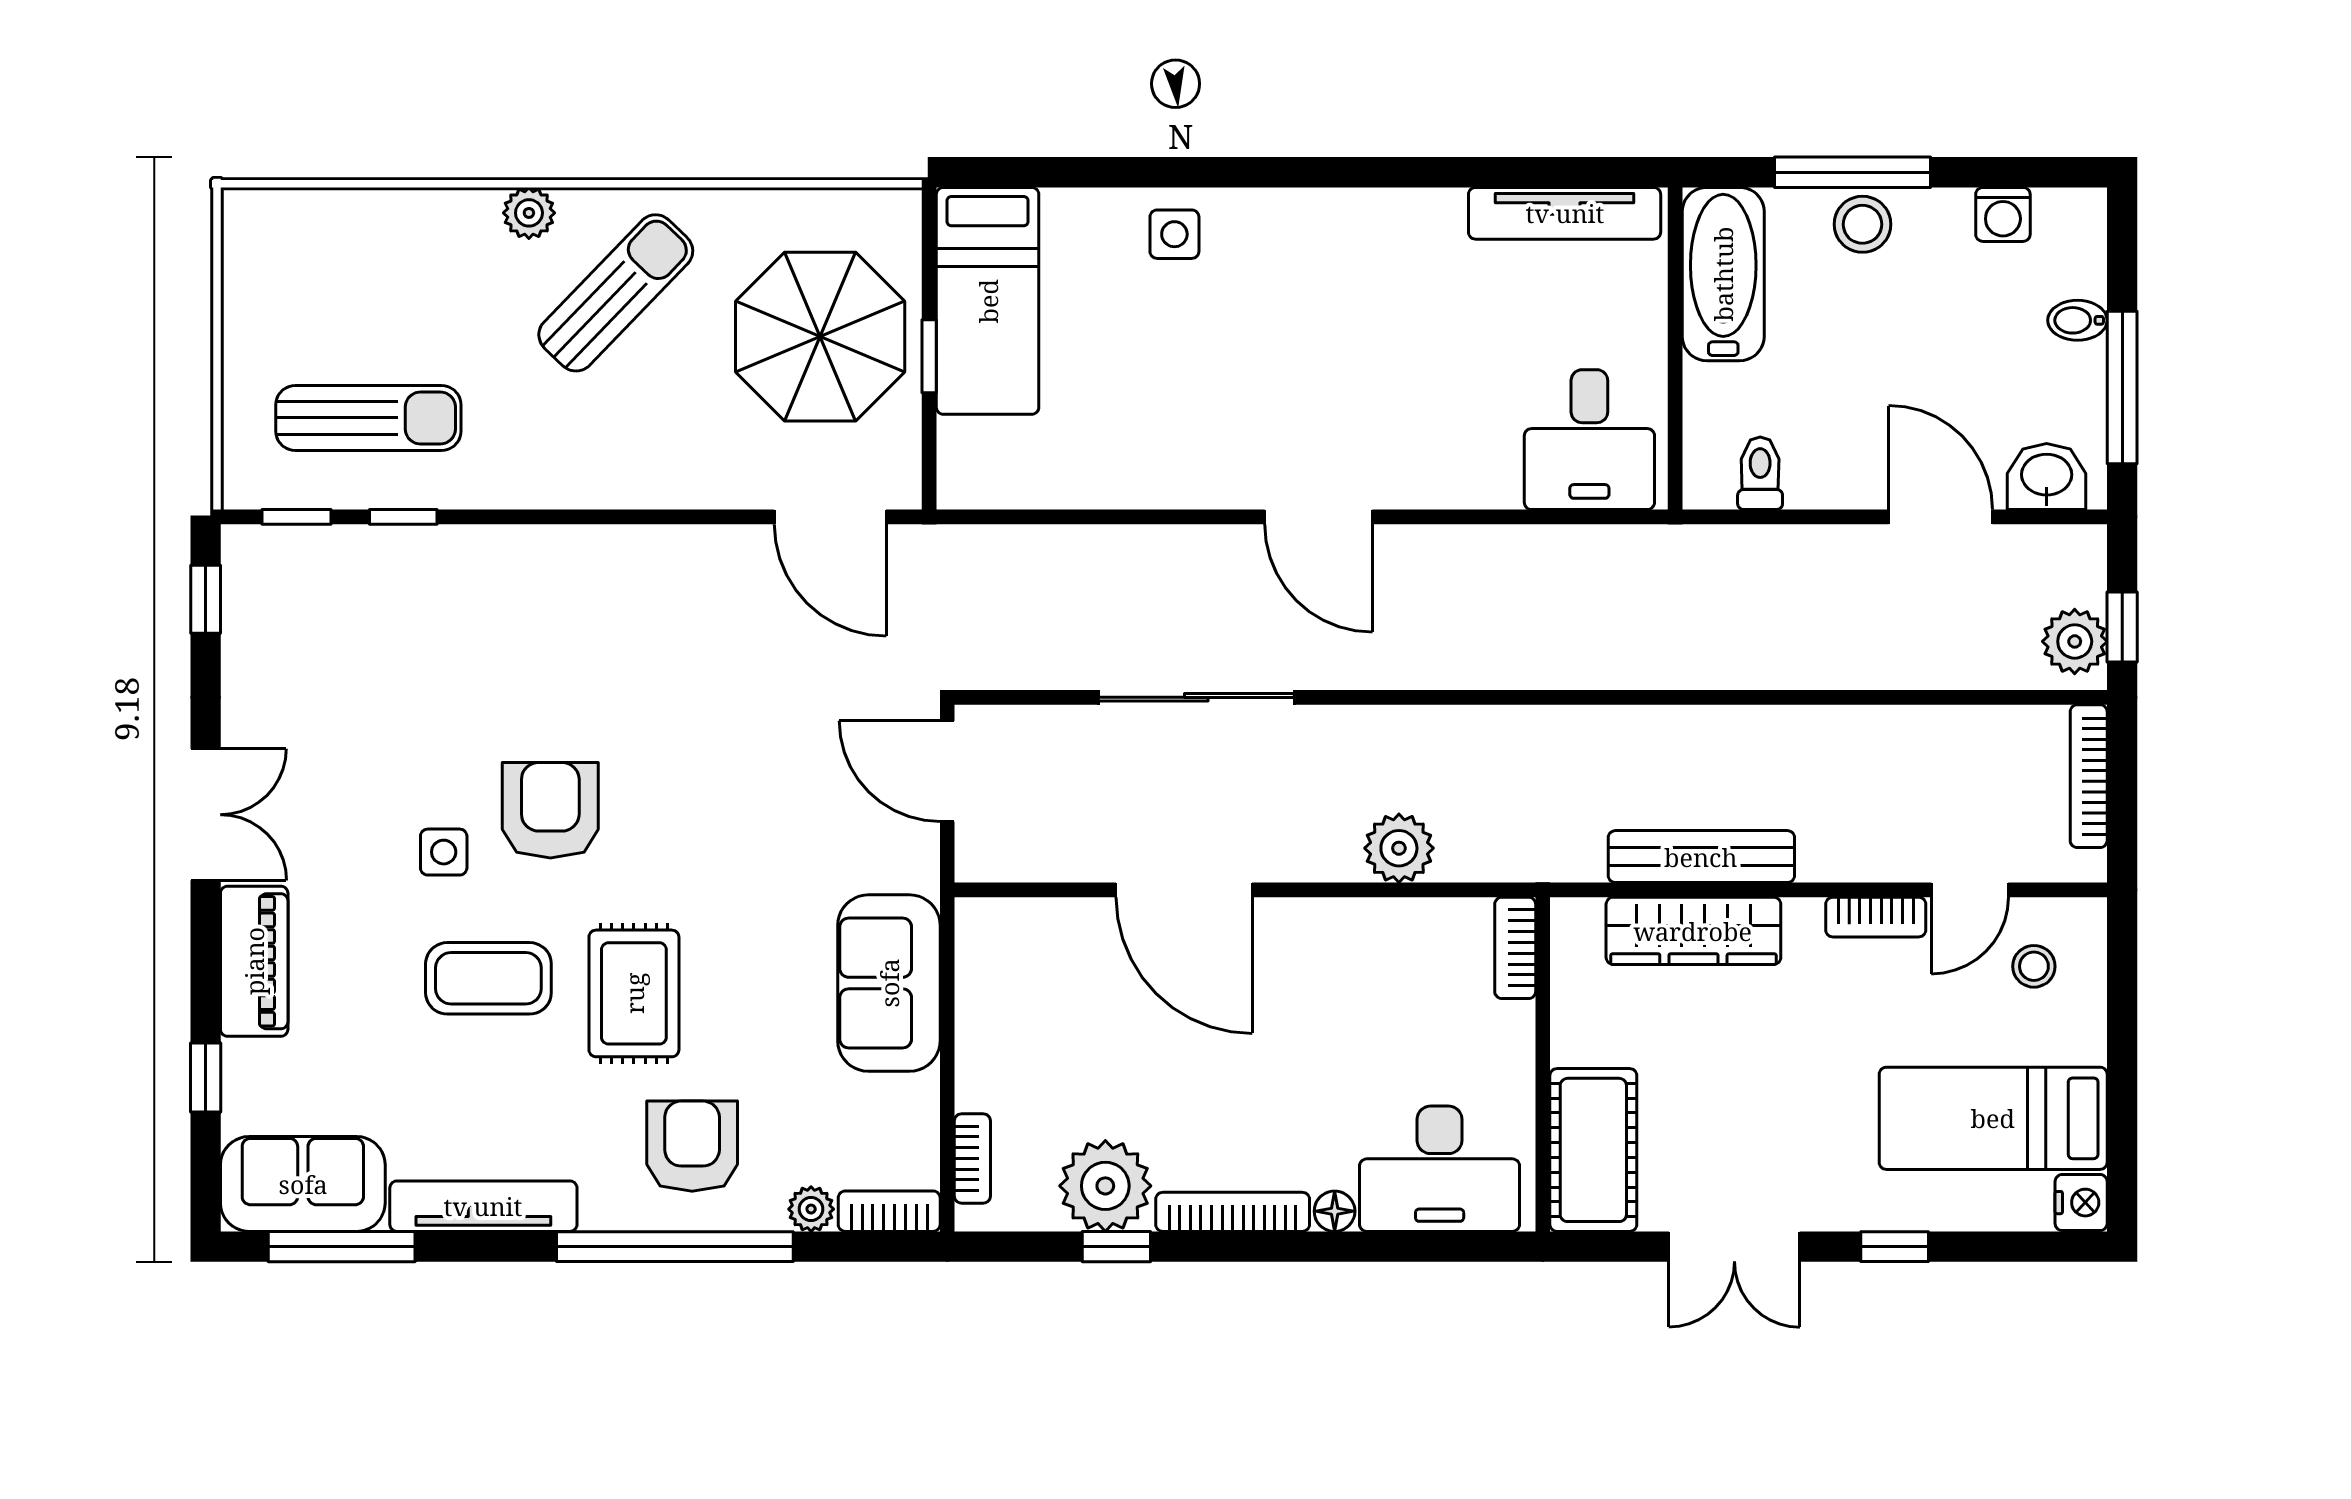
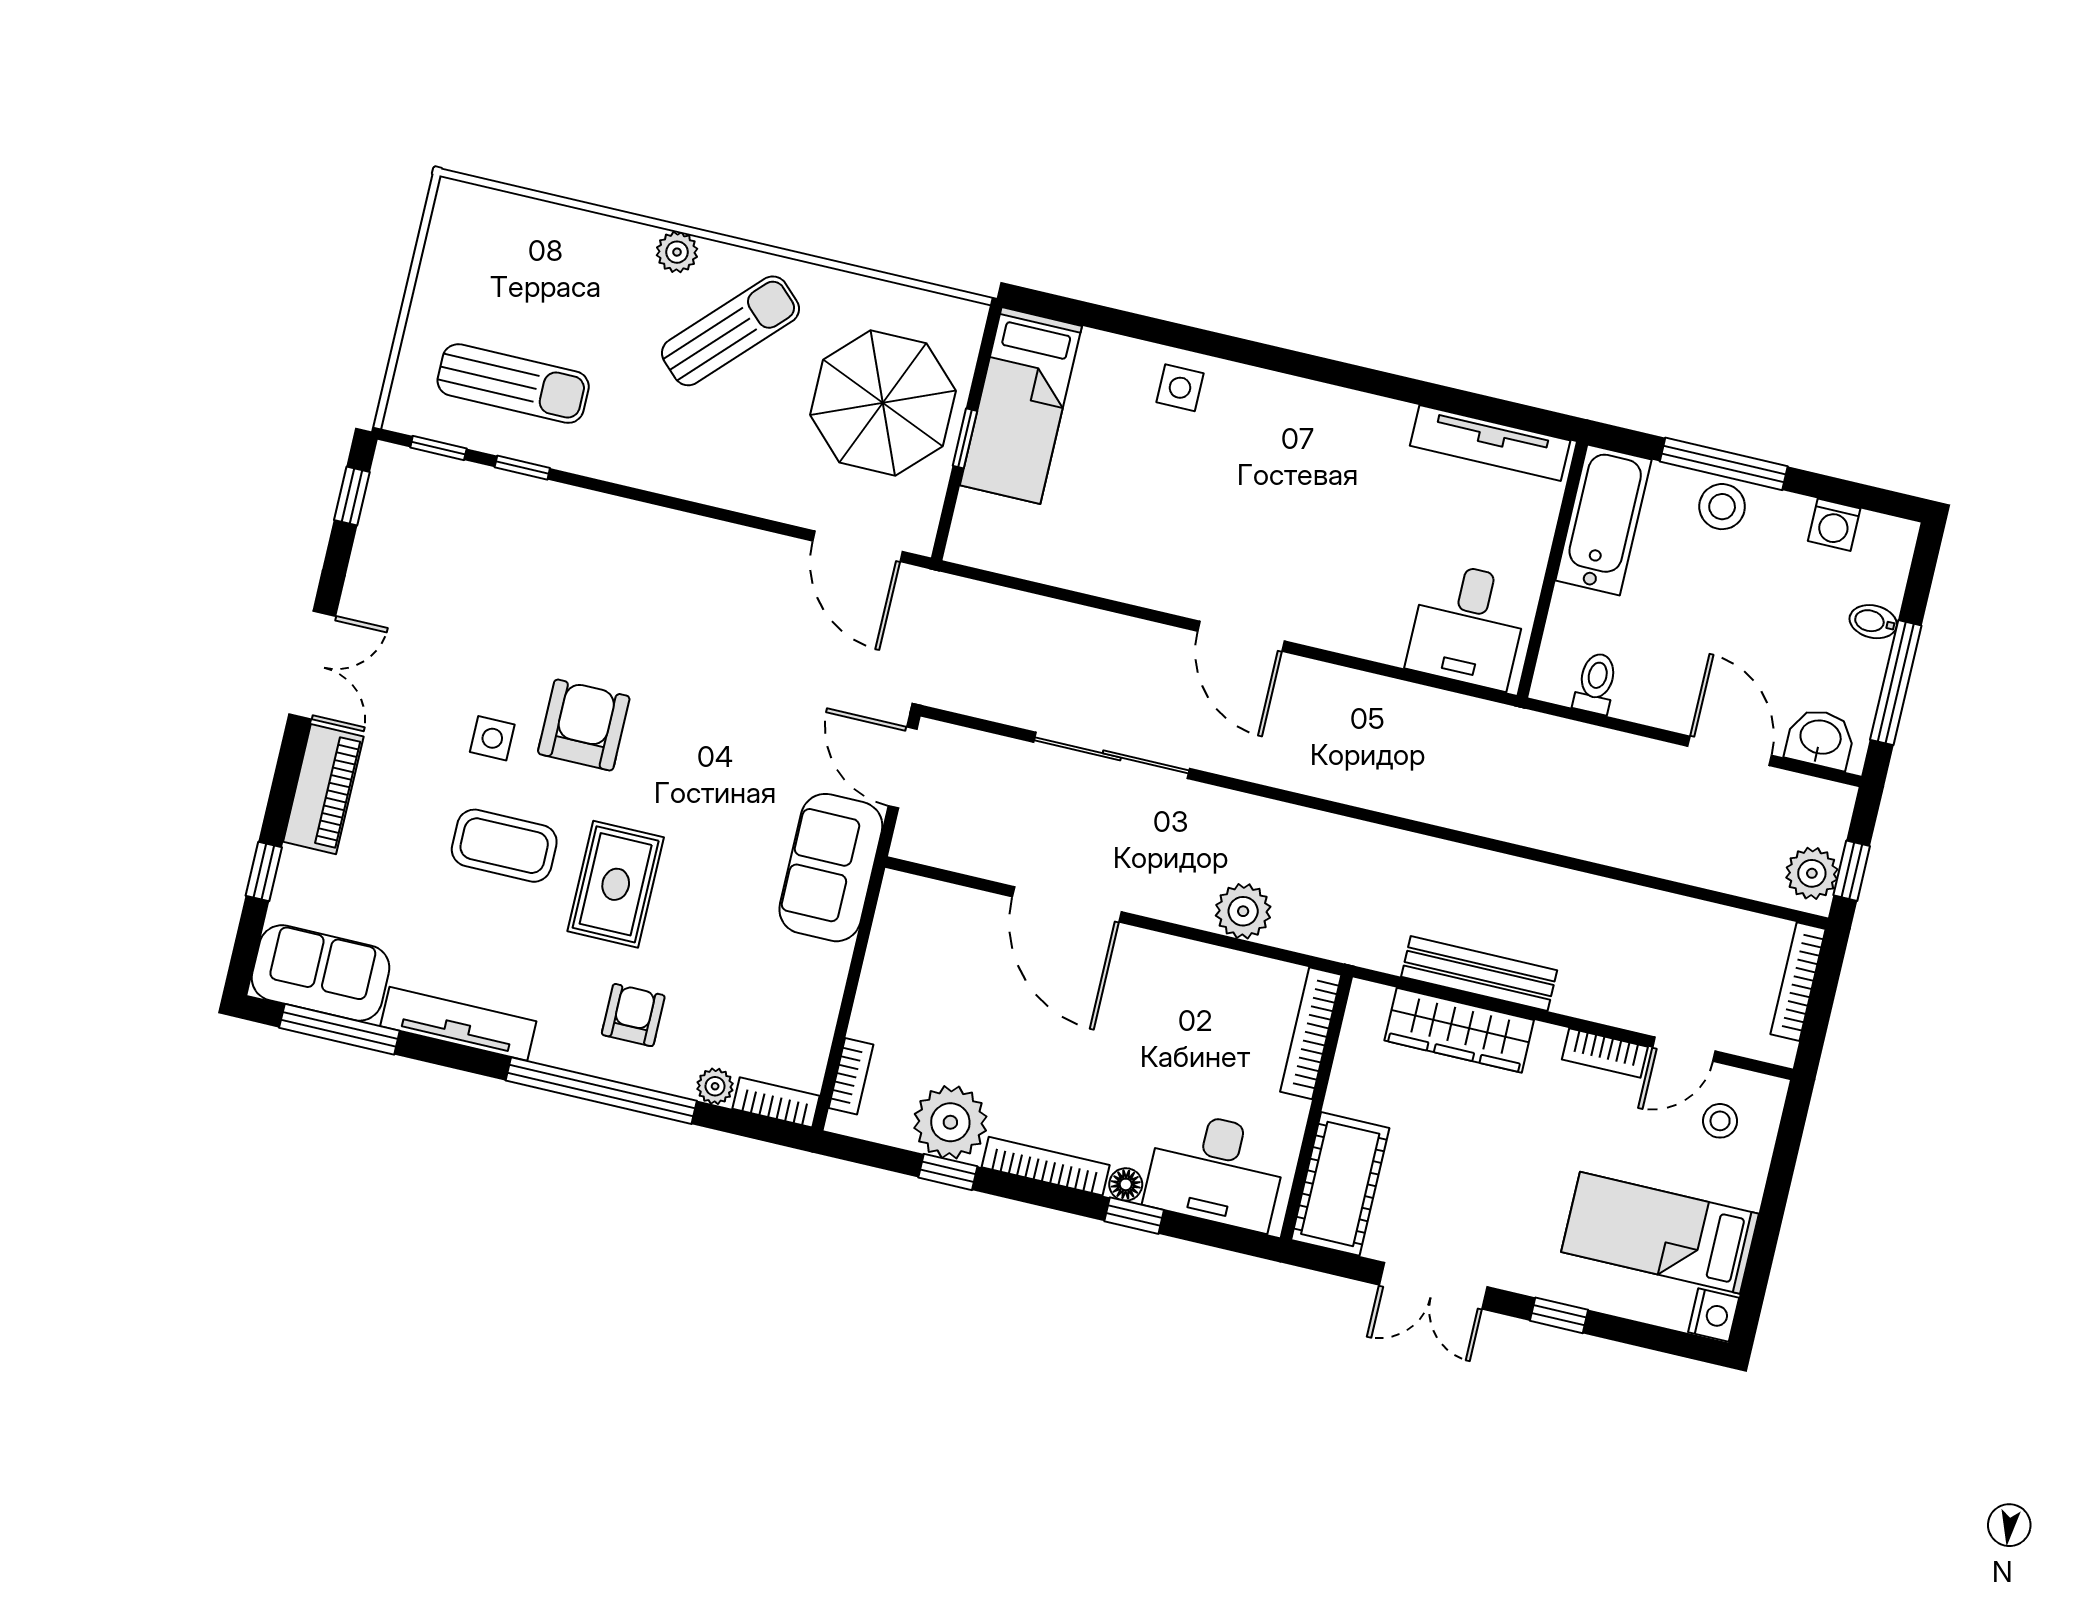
bookcase: (1515, 948) -> (1311, 1033), width x1.56
sofa: (889, 983) -> (831, 868), moved
armchair: (692, 1146) -> (633, 1015), width x0.72, depth x0.72
window: (1354, 1247) -> (1134, 1216), added

